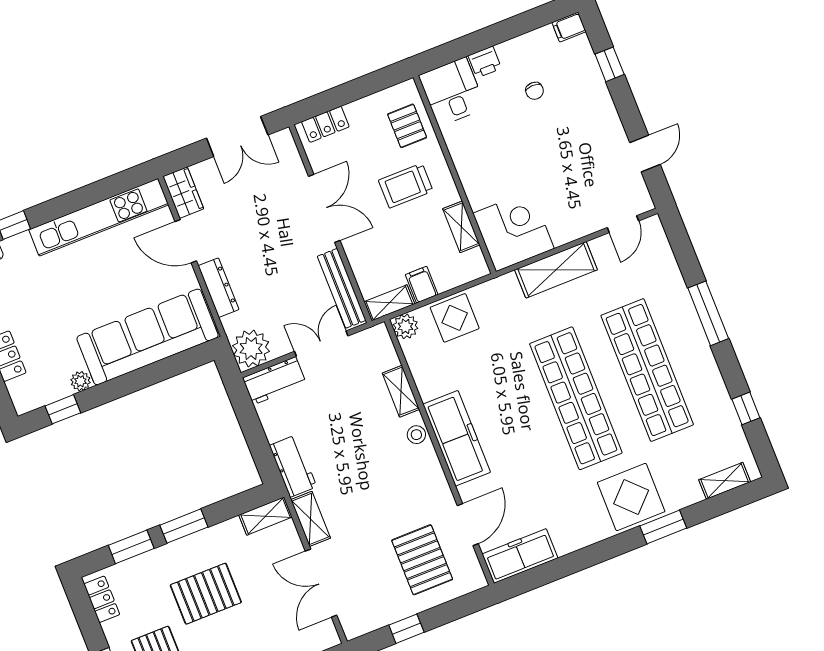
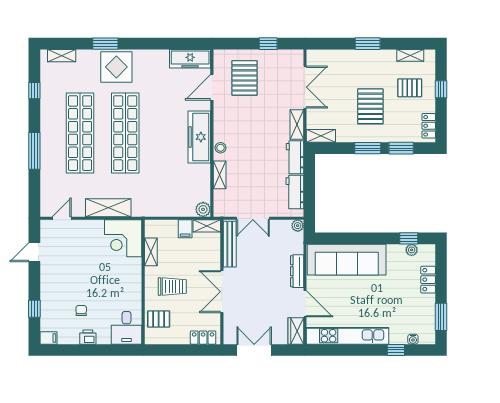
printer: (485, 62) -> (88, 337), moved
pallet: (407, 126) -> (159, 319), turned 90
display table: (455, 318) -> (174, 203), removed
plant: (251, 348) -> (298, 226), width x0.53, depth x0.53
plant: (81, 381) -> (412, 250), moved
workbench: (274, 381) -> (295, 192), moved, turned -90
pallet: (206, 594) -> (370, 106), turned 90

